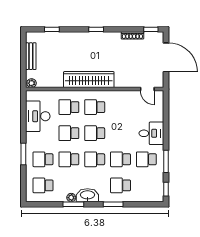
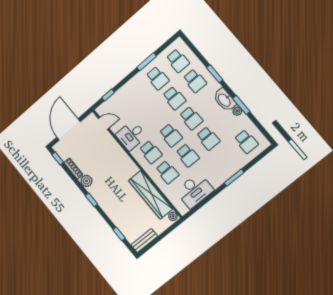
plant: (114, 38) -> (86, 181), added
bench: (31, 56) -> (144, 240), moved
wardrobe: (89, 80) -> (151, 195), moved
door: (147, 89) -> (104, 123), hinge flipped
desk: (151, 133) -> (131, 135), moved, turned -90
school desk: (43, 159) -> (178, 61), moved
window: (166, 189) -> (108, 95), moved

